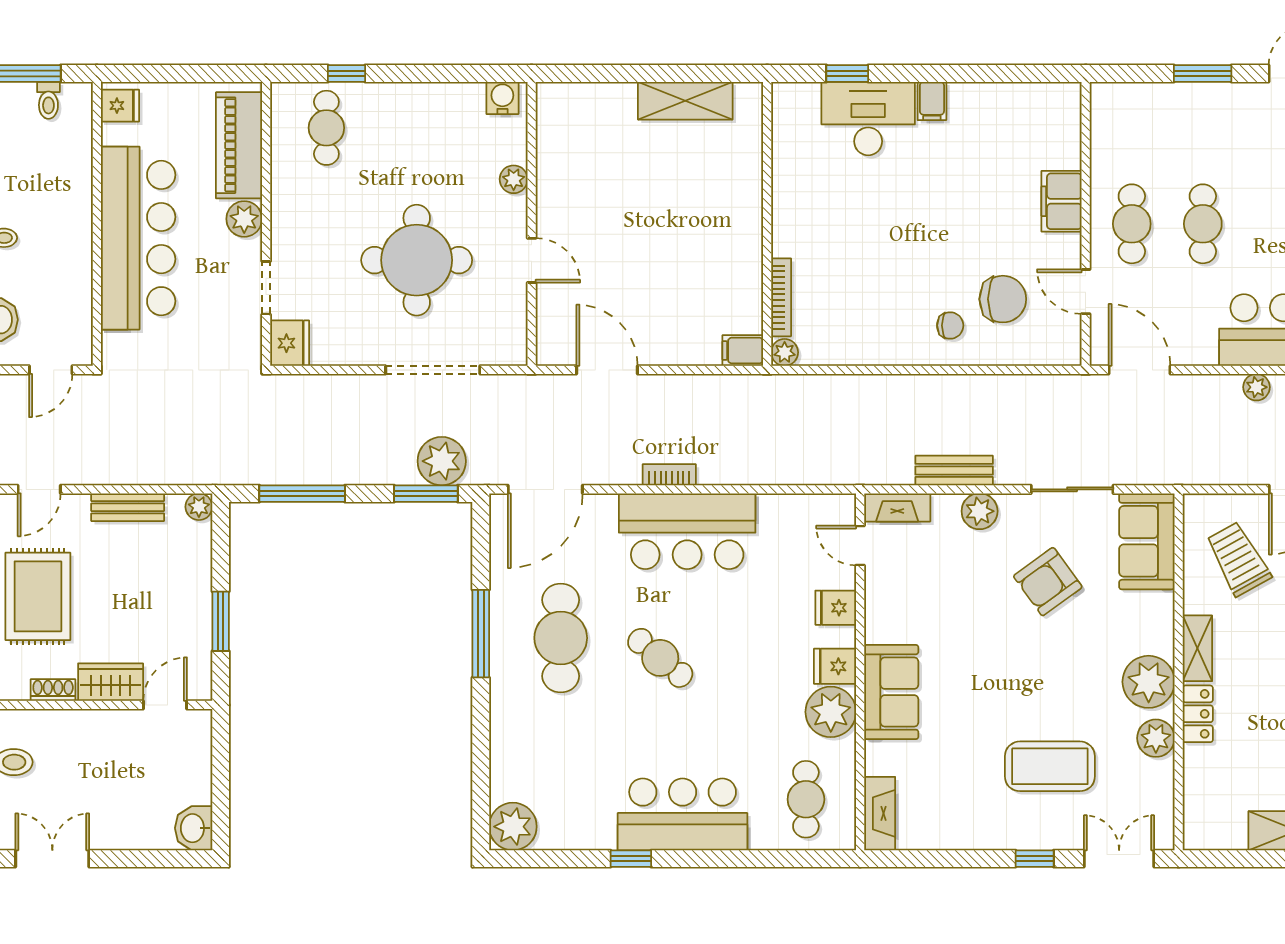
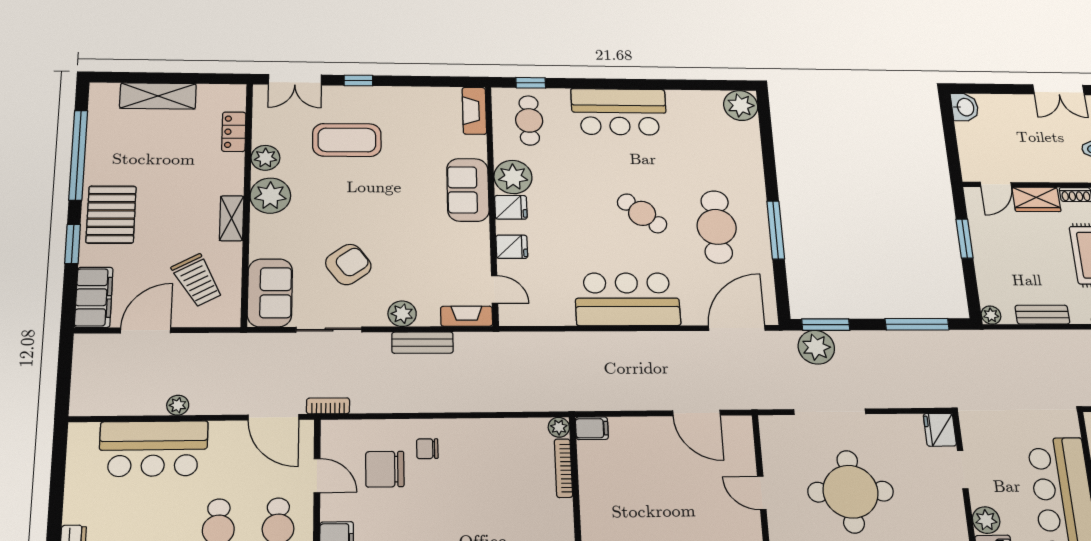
bookcase: (669, 475) -> (328, 406), moved, turned 180
locker: (1198, 714) -> (234, 132), moved
window: (631, 859) -> (531, 83), moved

